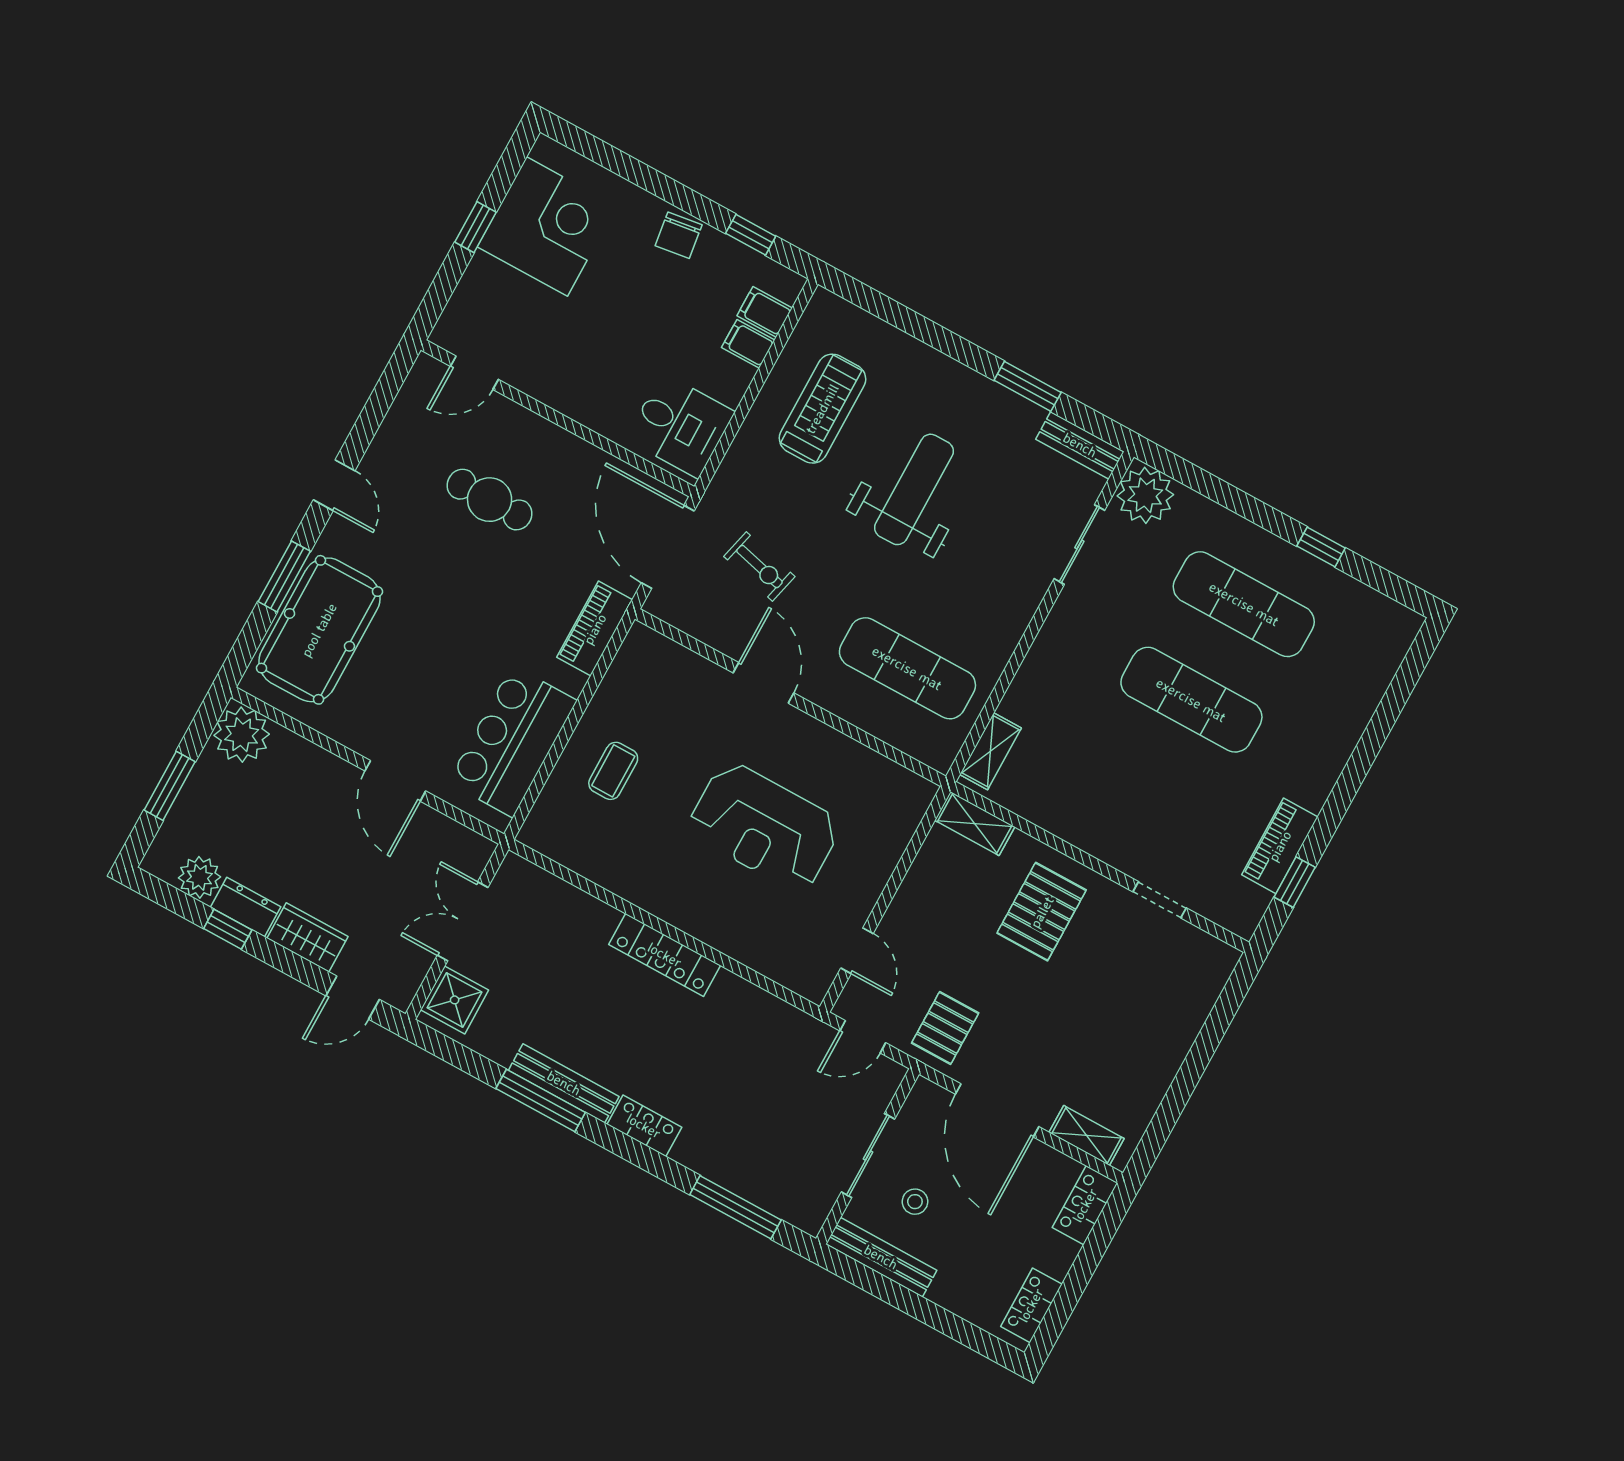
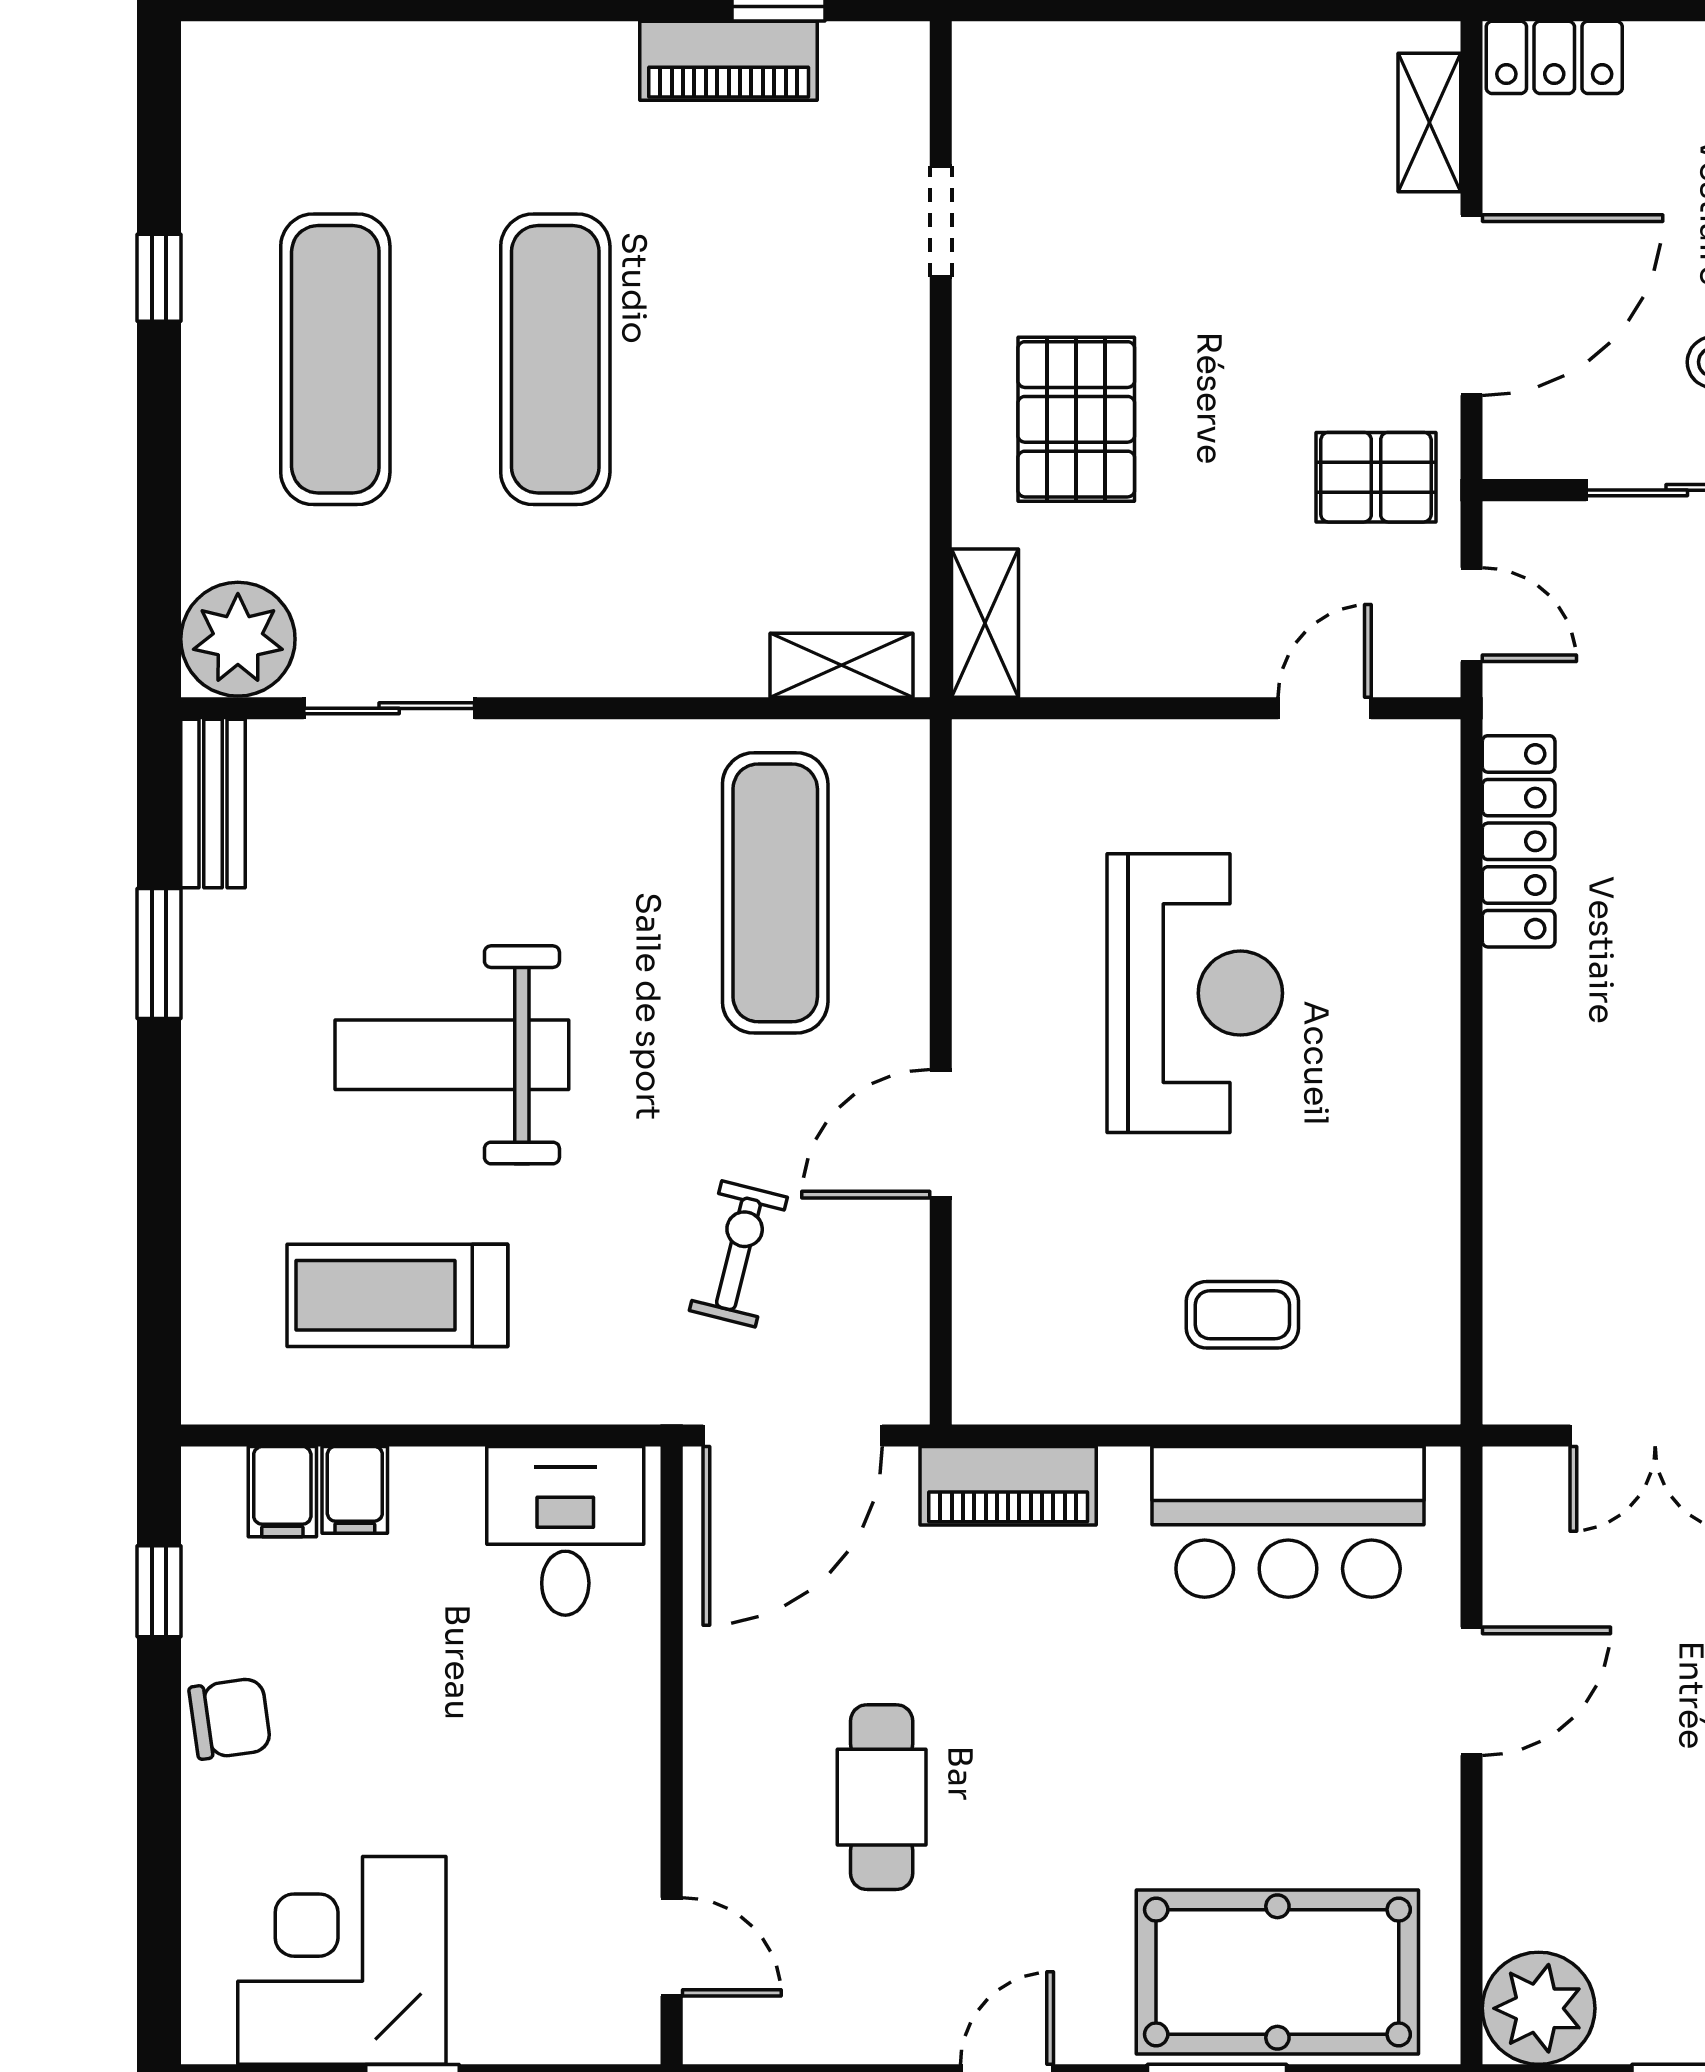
pallet: (1042, 912) -> (1076, 419), turned 90
locker: (665, 955) -> (1519, 841), moved

